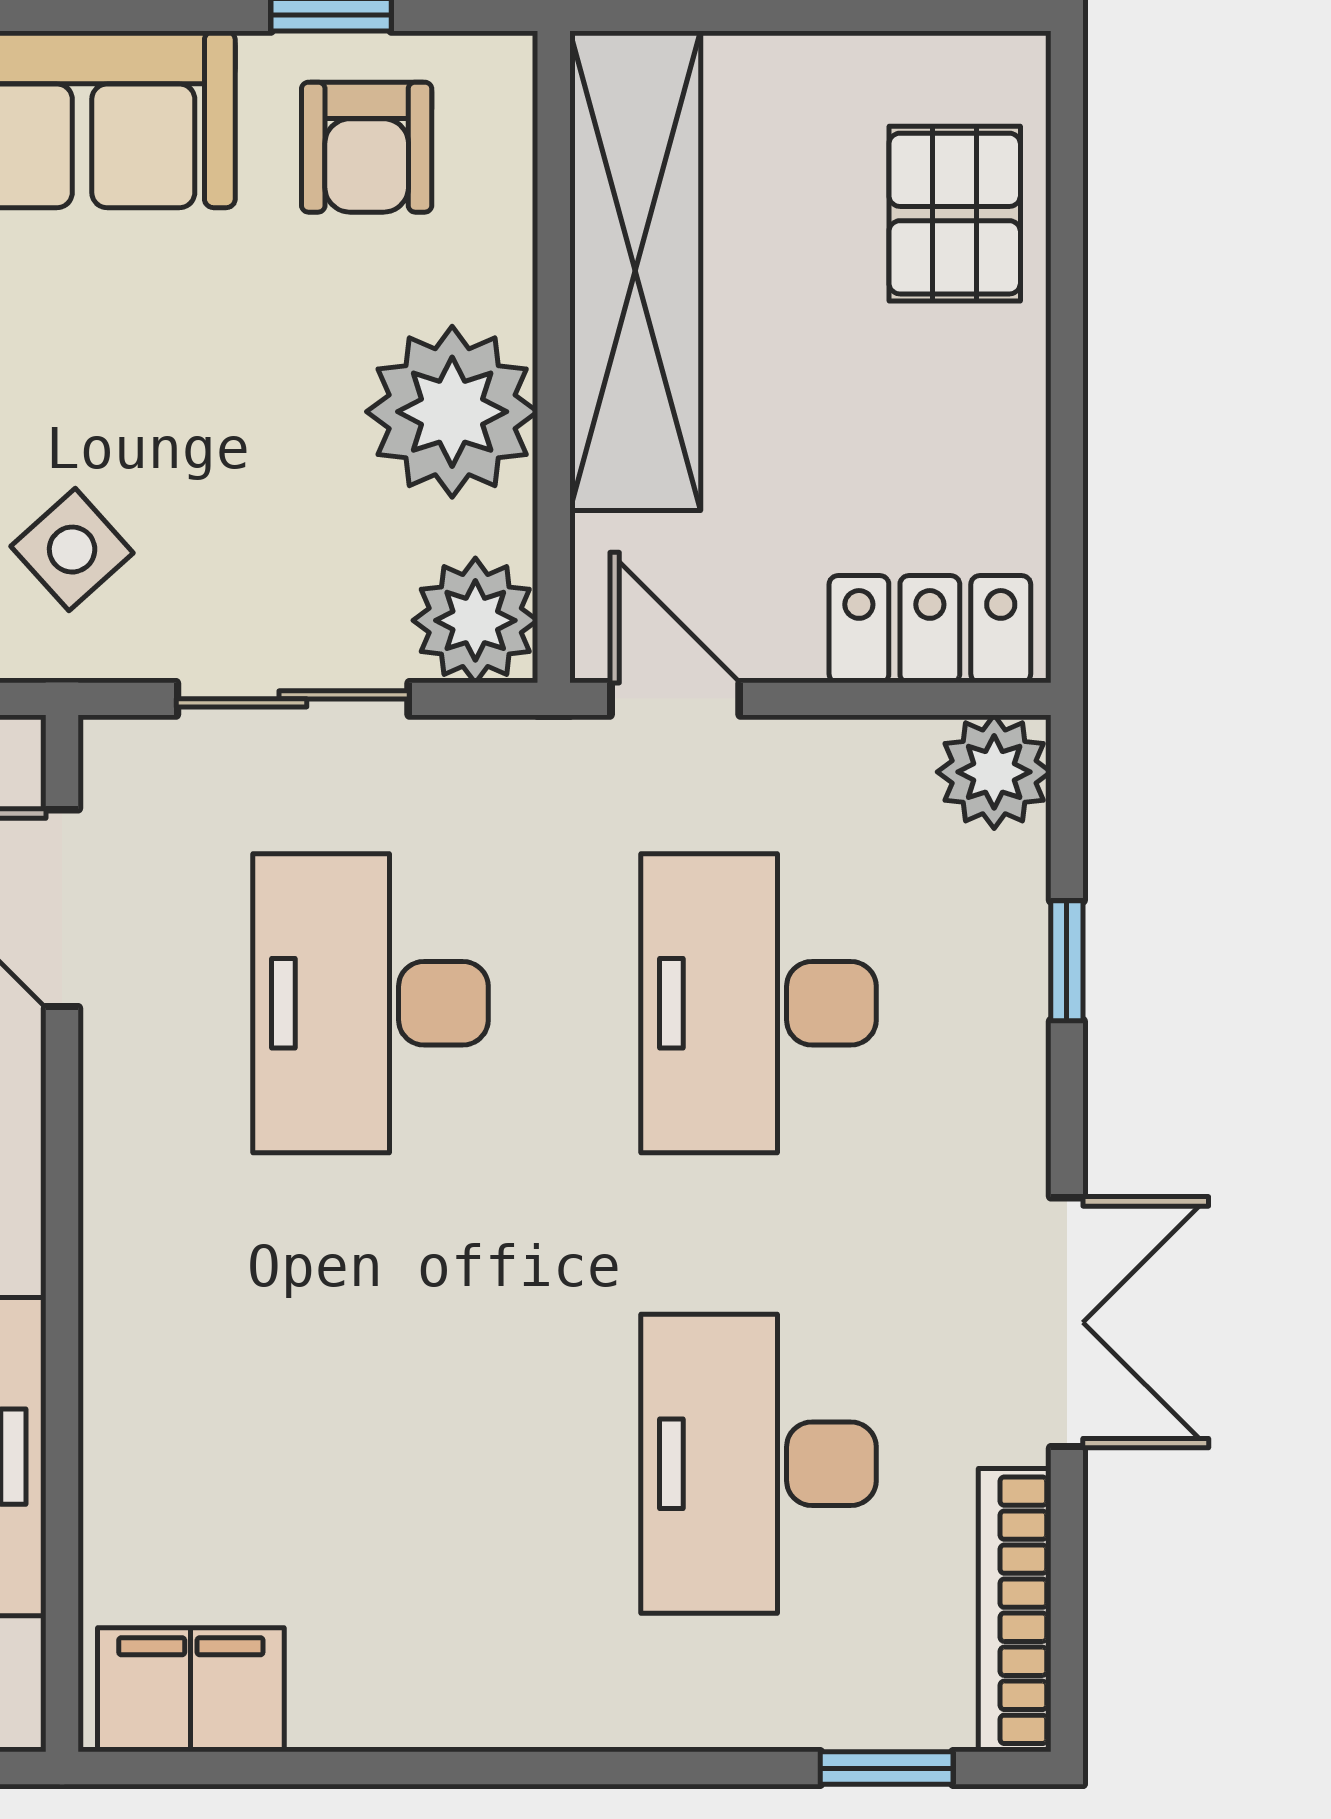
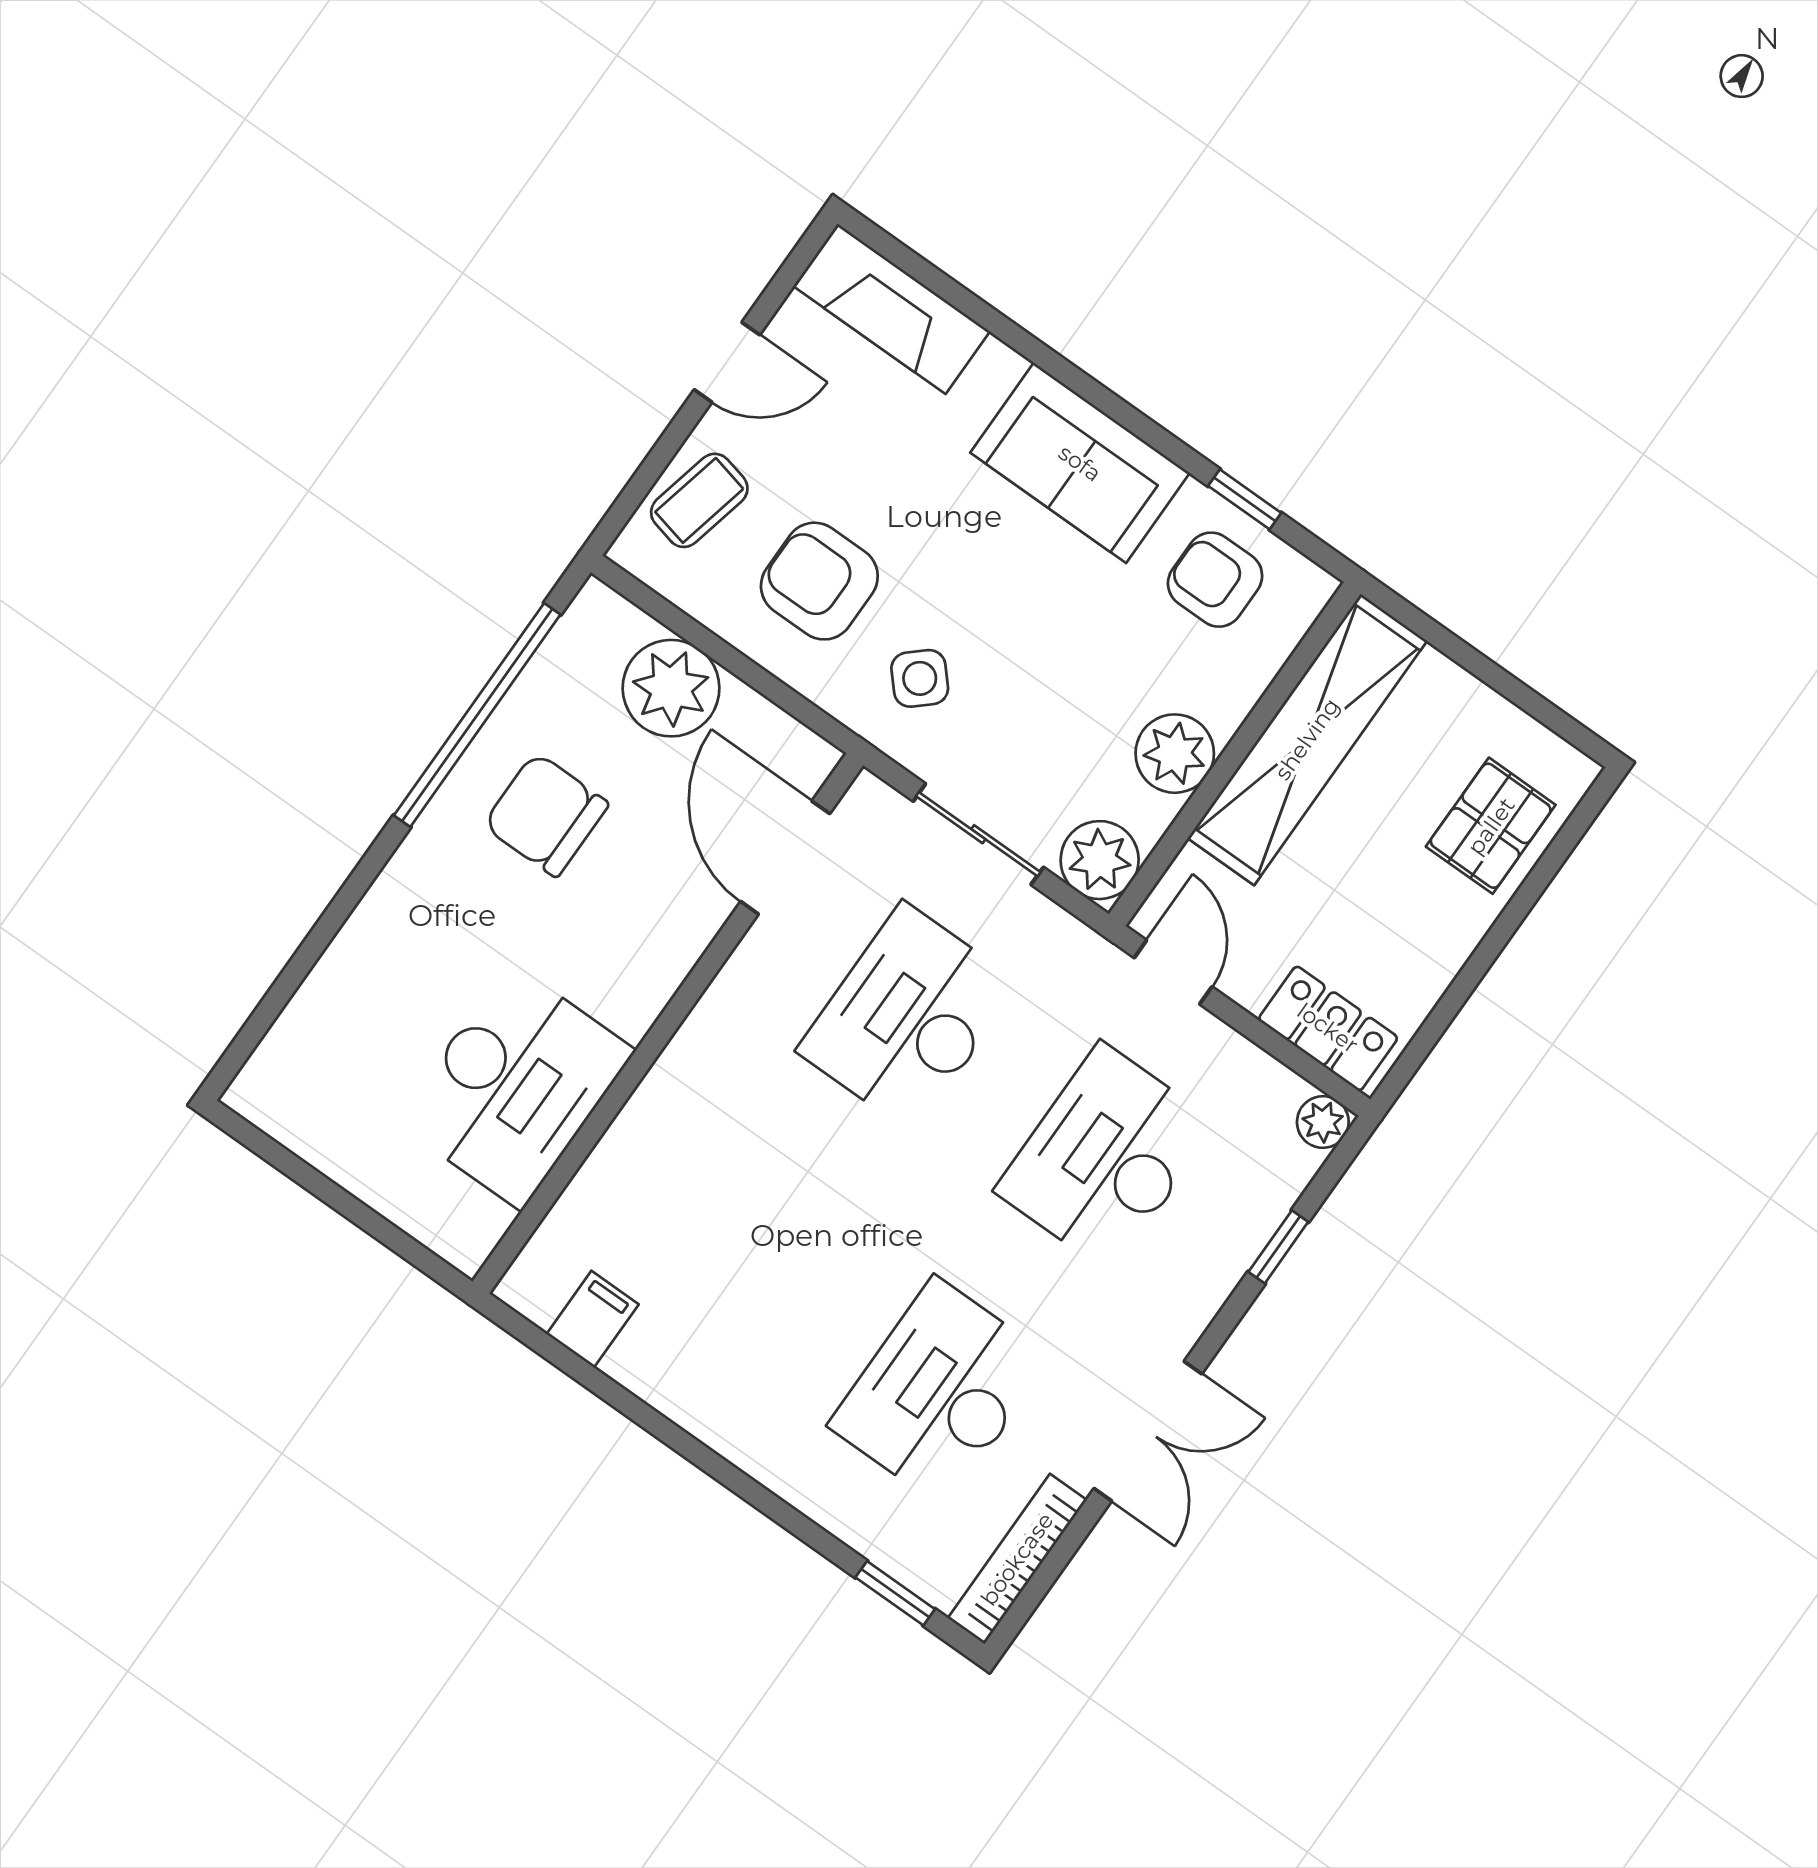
armchair: (367, 147) -> (1215, 580), turned 90
plant: (452, 412) -> (1175, 754), width x0.73, depth x0.73
plant: (994, 772) -> (1323, 1122), width x0.73, depth x0.73
filing cabinet: (191, 1690) -> (593, 1319), width x0.50

